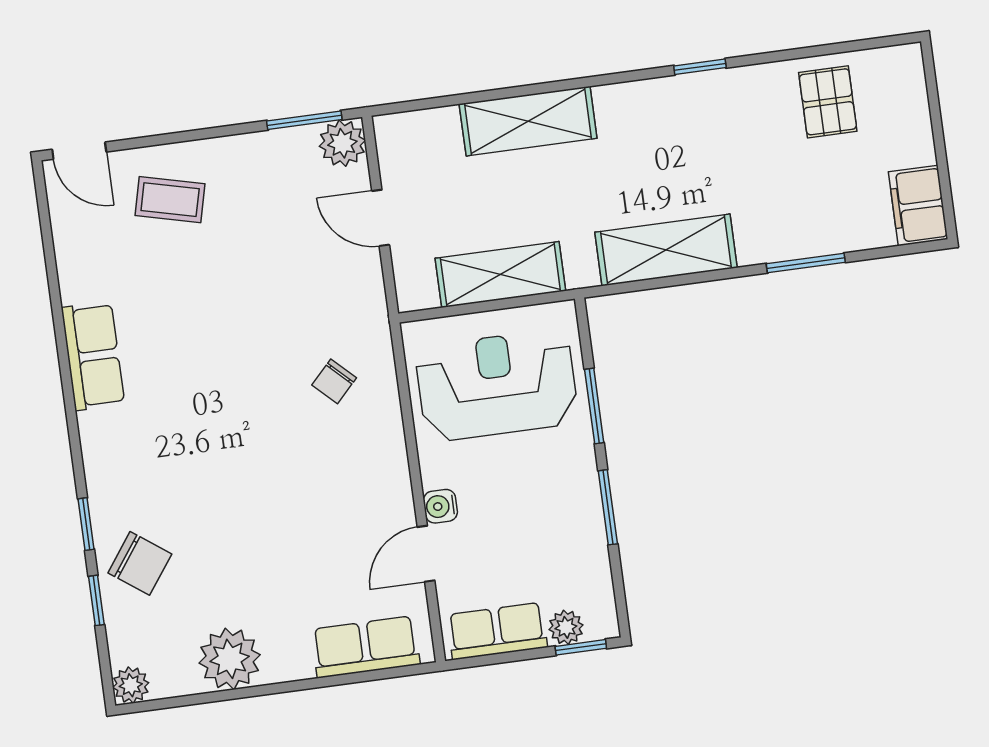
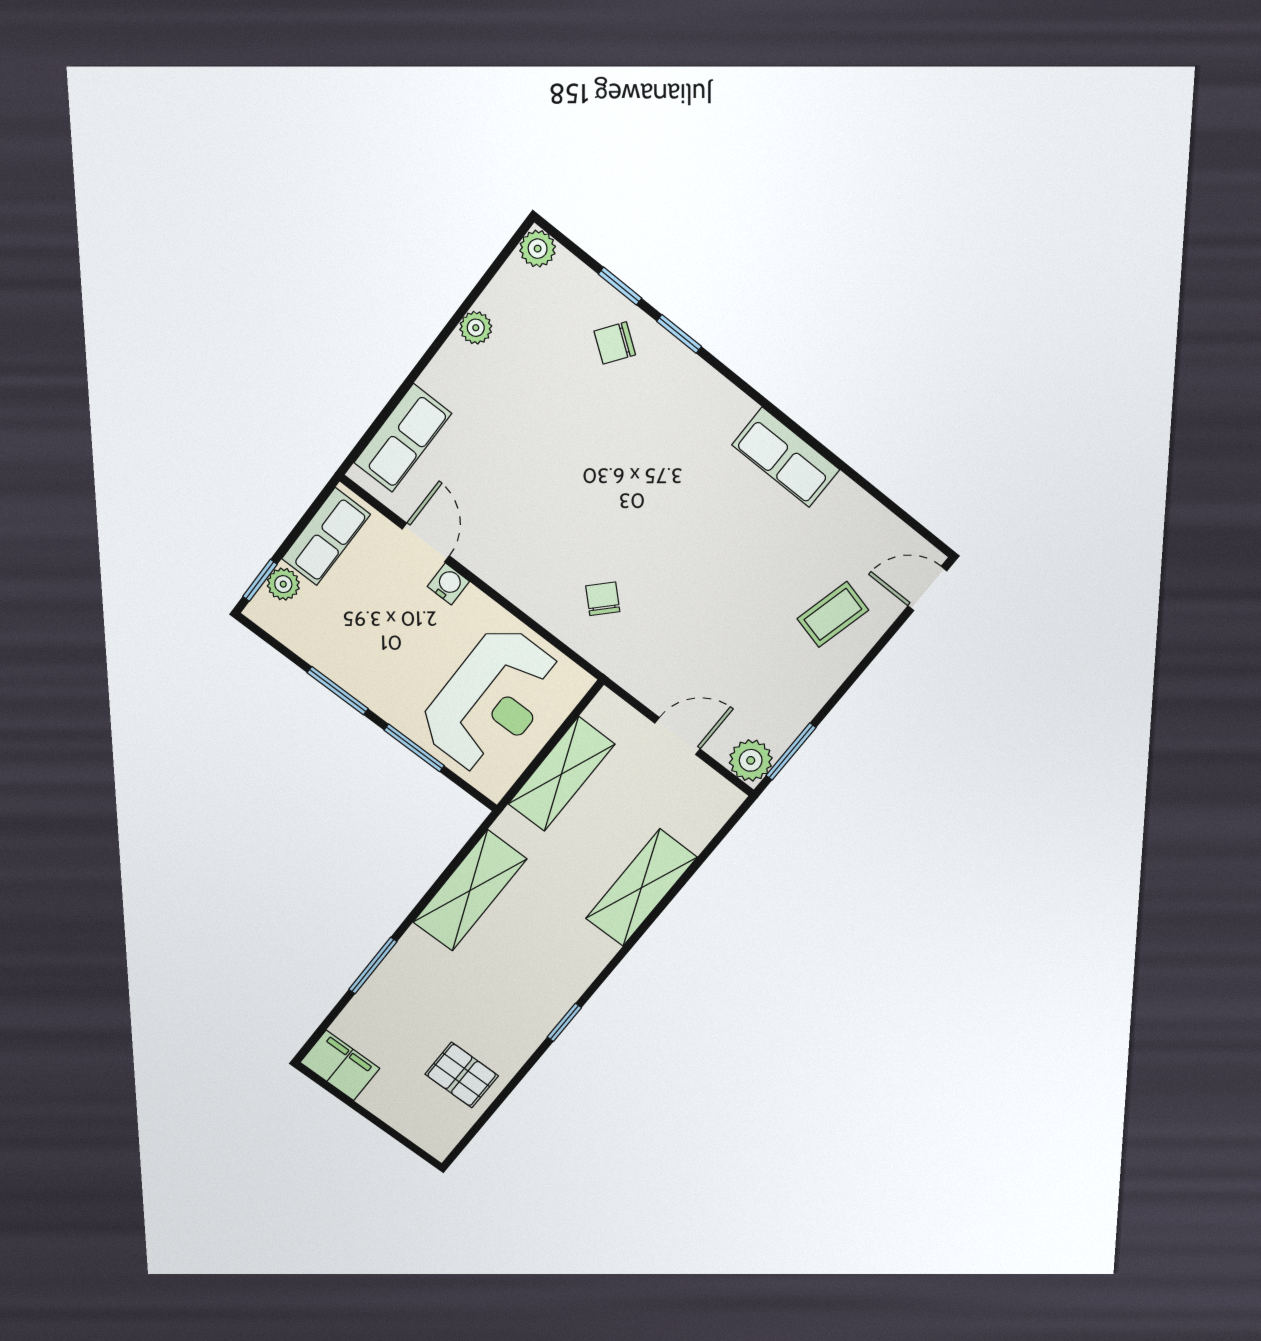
chair: (140, 563) -> (615, 343), width x0.73, depth x0.73
plant: (230, 659) -> (476, 328), width x0.53, depth x0.53

